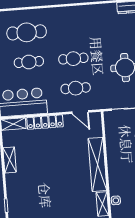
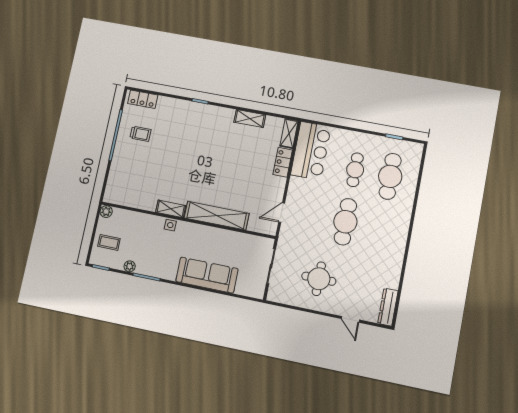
cafe table: (73, 59) -> (345, 222), width x1.37, depth x1.35
cafe table: (76, 88) -> (310, 215), removed
locker: (45, 122) -> (283, 162), width x0.66

